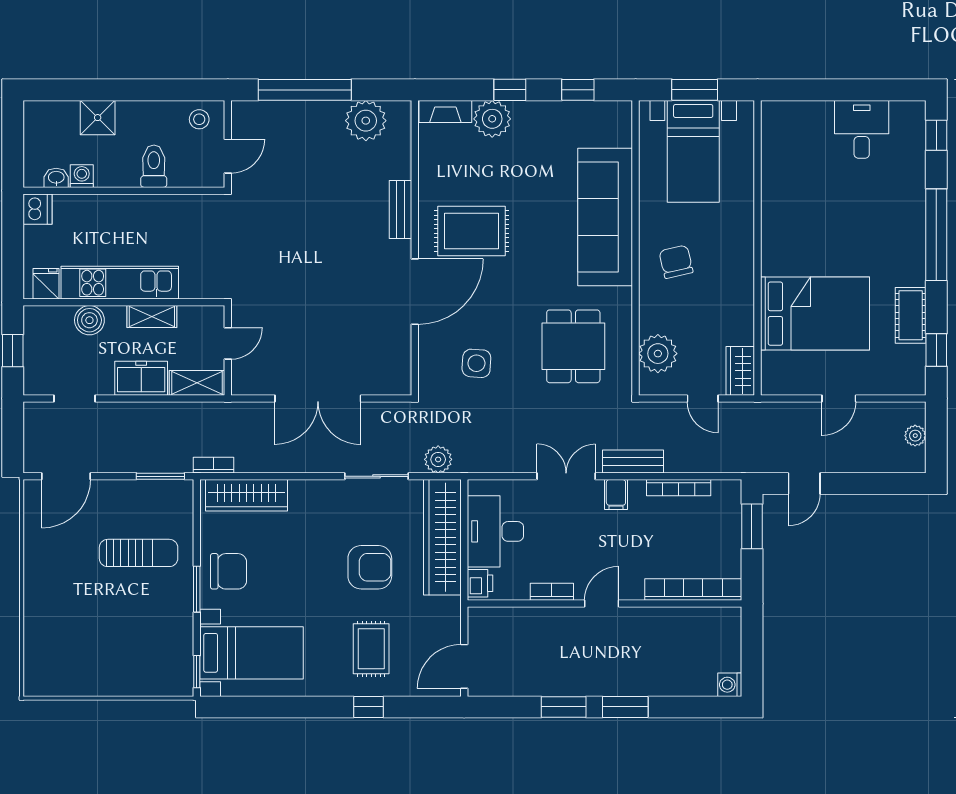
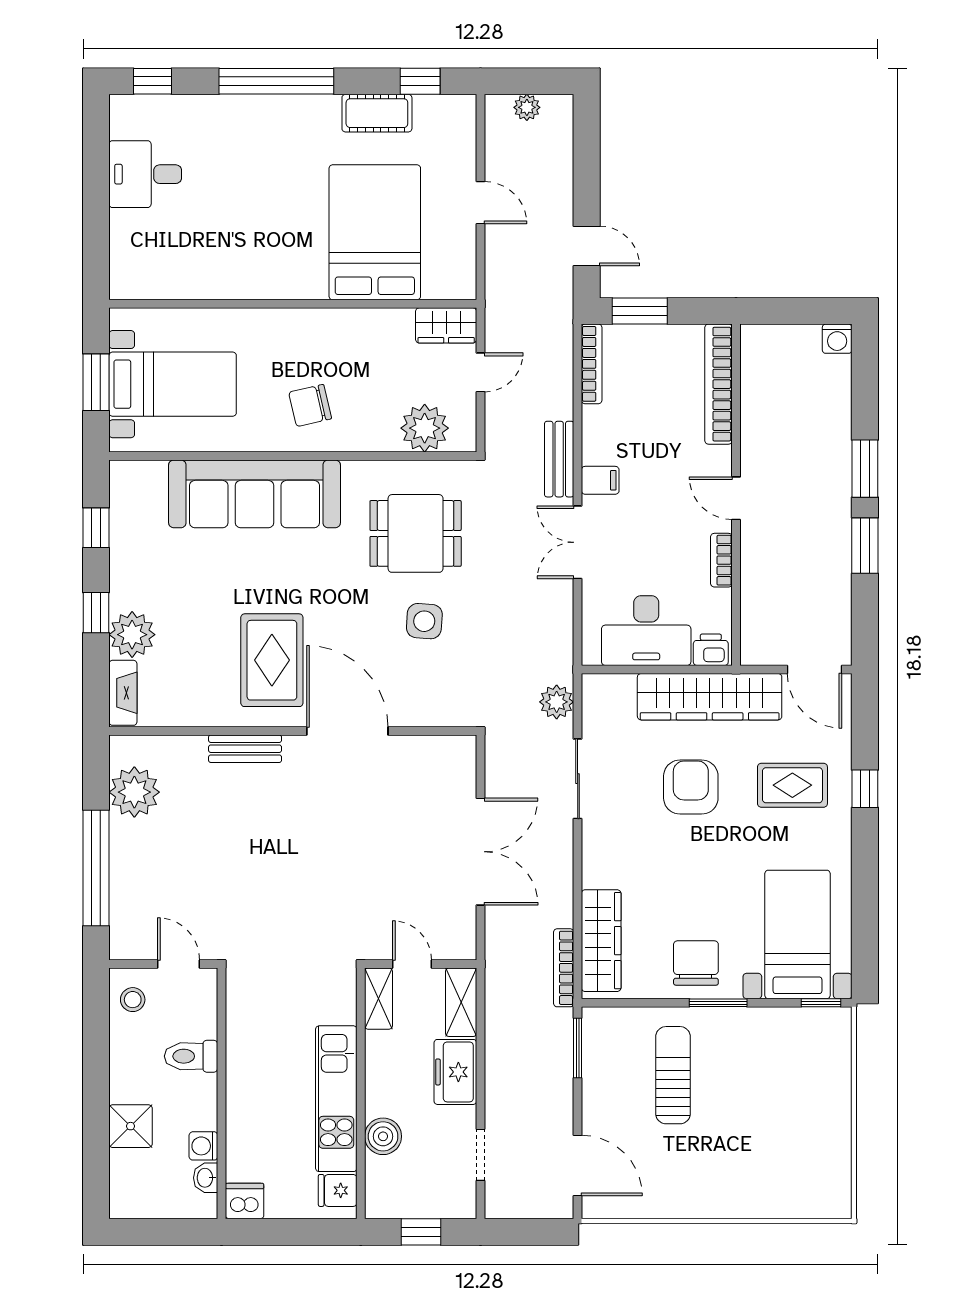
shelving: (152, 317) -> (378, 999), moved
side table: (476, 363) -> (424, 621), moved
bookcase: (213, 465) -> (564, 968), width x1.56
bookcase: (679, 488) -> (592, 364), moved
wardrobe: (442, 537) -> (710, 697), moved

